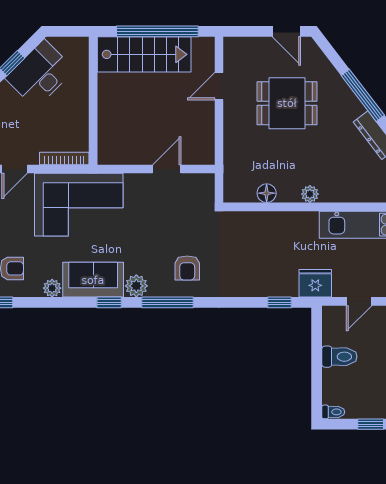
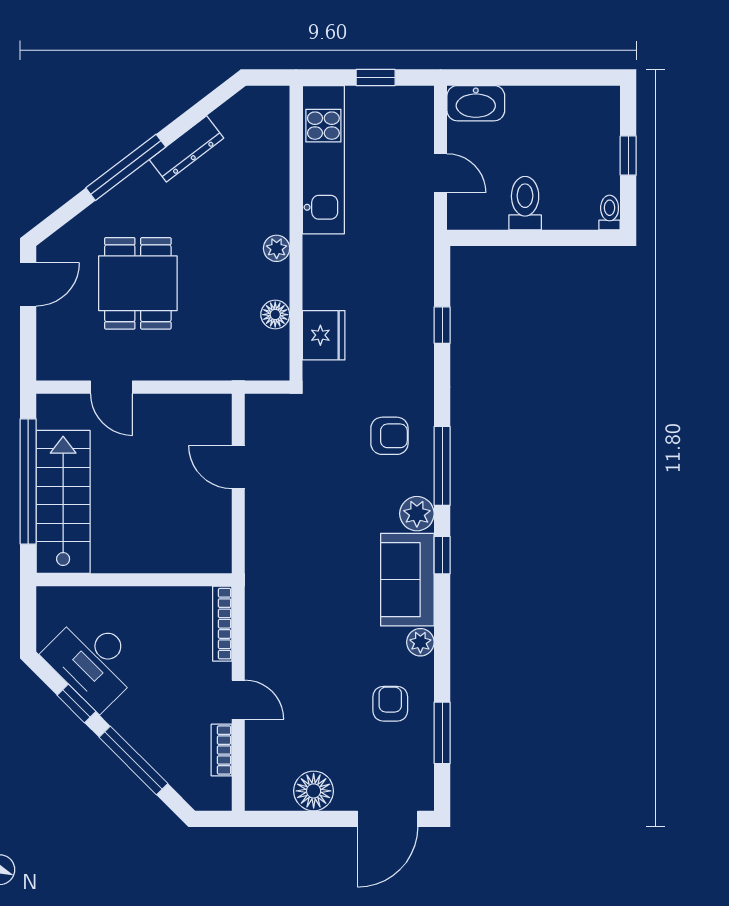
corner sofa: (79, 205) -> (293, 602), removed
fridge: (315, 283) -> (324, 335), moved, turned 180
window: (279, 302) -> (442, 325), moved

